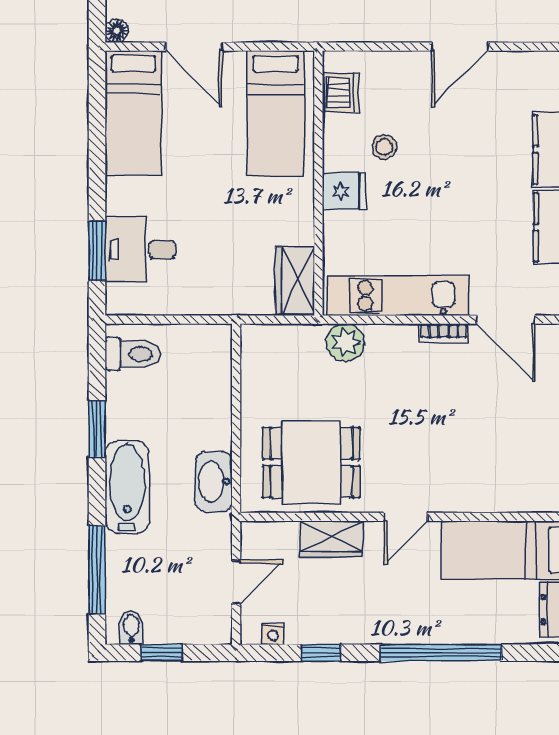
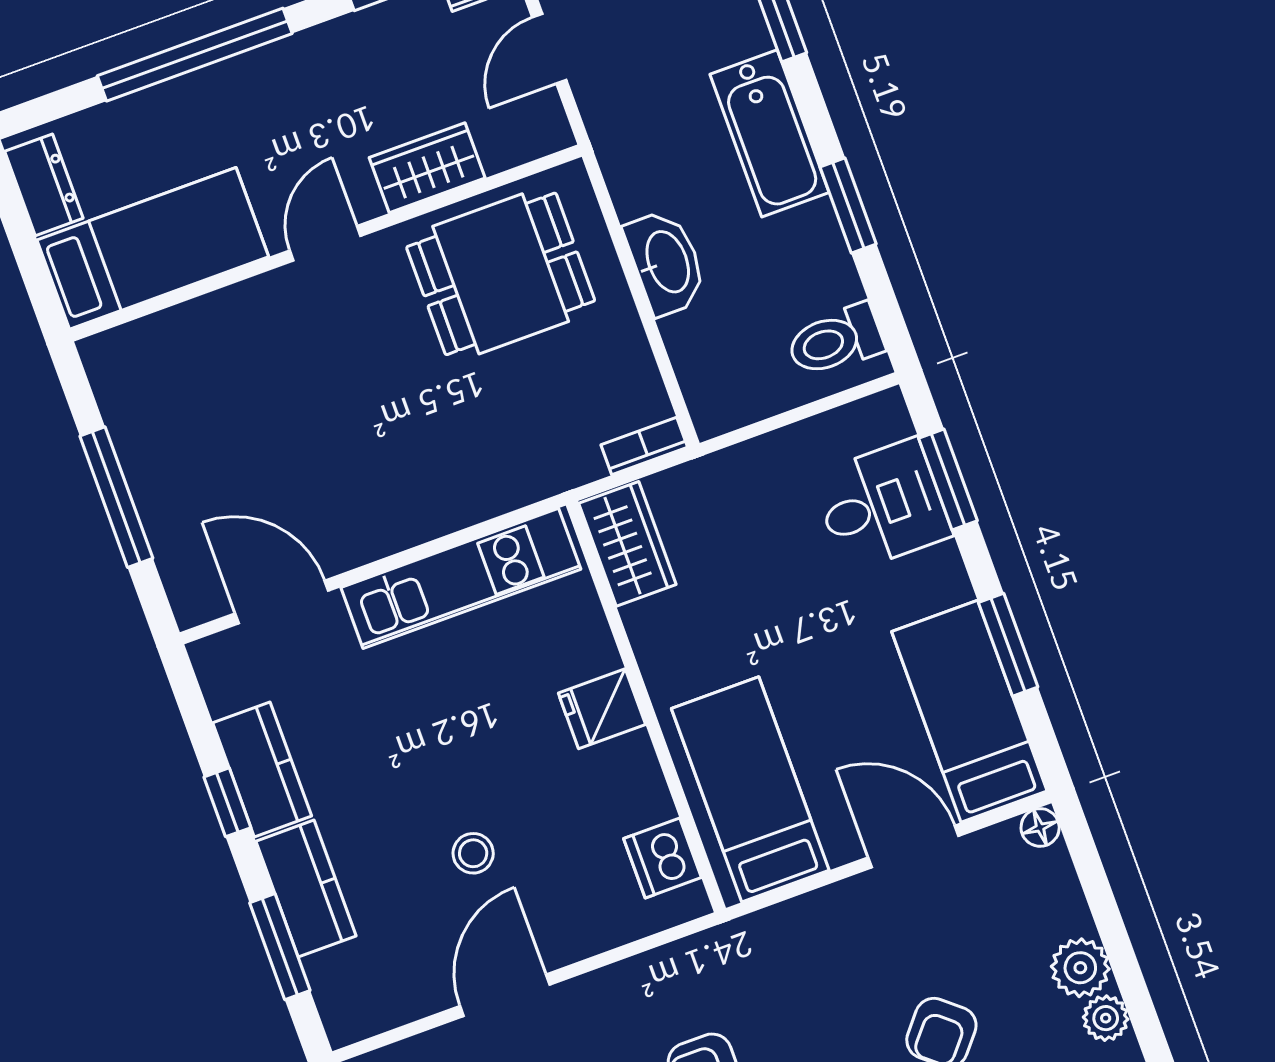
window: (97, 143) -> (1008, 645), added
stool: (384, 147) -> (473, 853), moved
bookcase: (444, 333) -> (644, 446), moved
plant: (346, 342) -> (515, 477), removed
washbasin: (214, 482) -> (666, 262), moved

